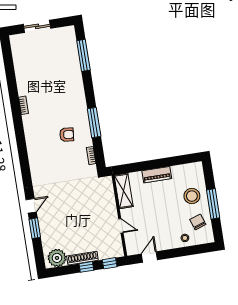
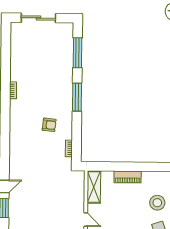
sliding door: (37, 26) -> (38, 18), width x1.37
window: (94, 123) -> (77, 97), moved

